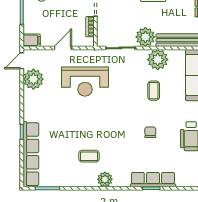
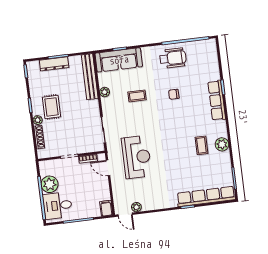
plant: (145, 37) -> (91, 109), removed
door: (63, 48) -> (108, 168), moved
plant: (158, 60) -> (105, 92), width x0.53, depth x0.53
plant: (33, 79) -> (136, 207), width x0.53, depth x0.53
plant: (105, 179) -> (222, 144), moved
row of seats: (153, 180) -> (217, 100), moved

